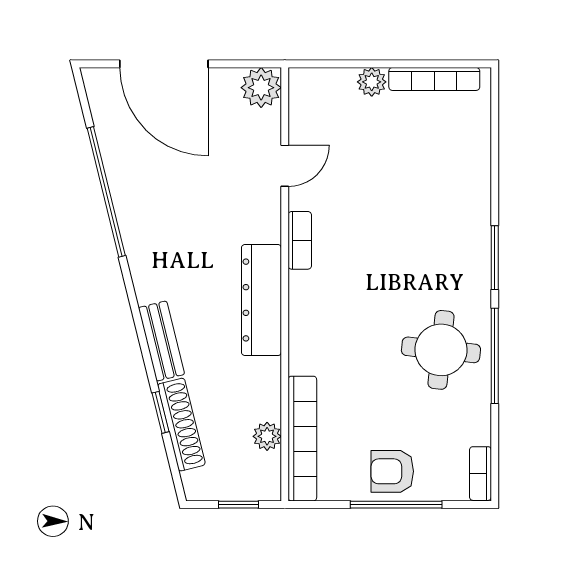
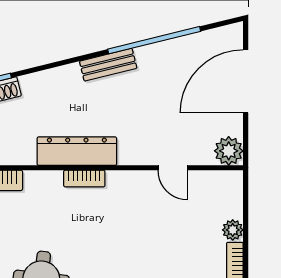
bookcase: (300, 240) -> (84, 178), moved
bench: (161, 341) -> (108, 65), moved

